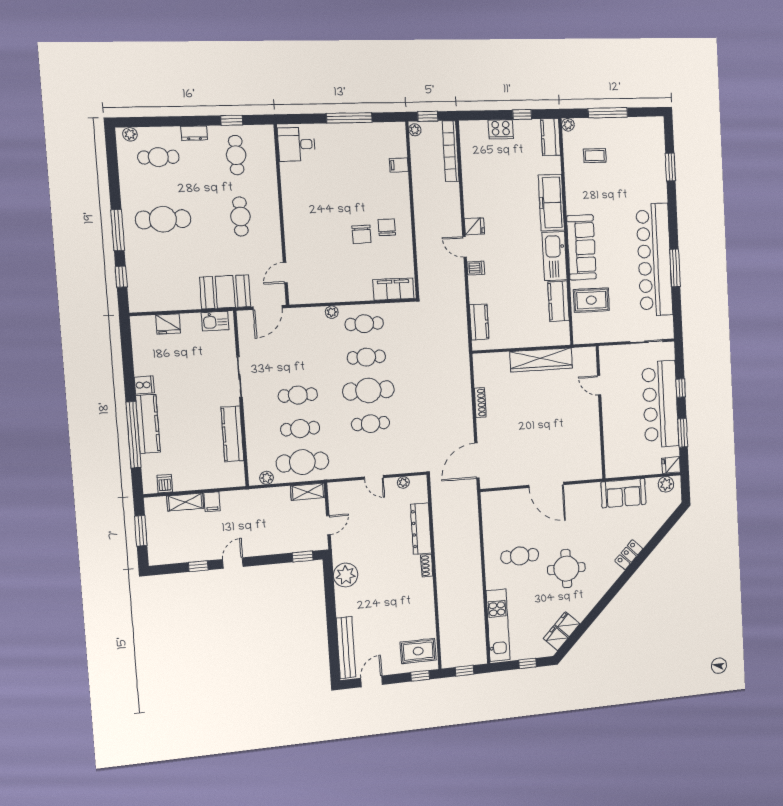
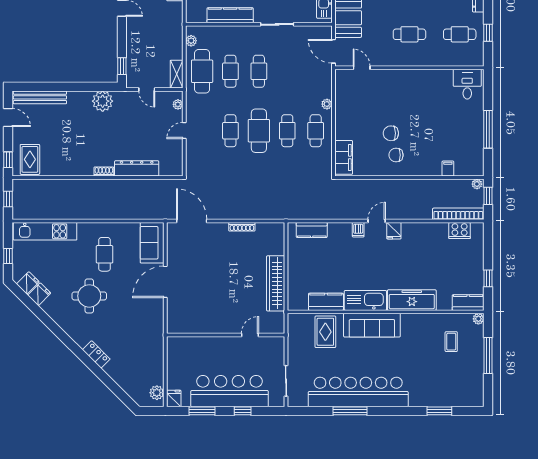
cooker: (501, 129) -> (460, 231), moved, turned -90
chair: (387, 227) -> (396, 155), turned 180
plant: (403, 482) -> (178, 104), moved
sofa: (623, 493) -> (152, 243), moved

